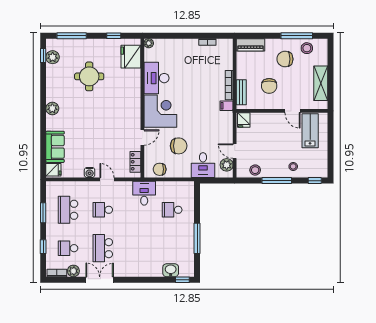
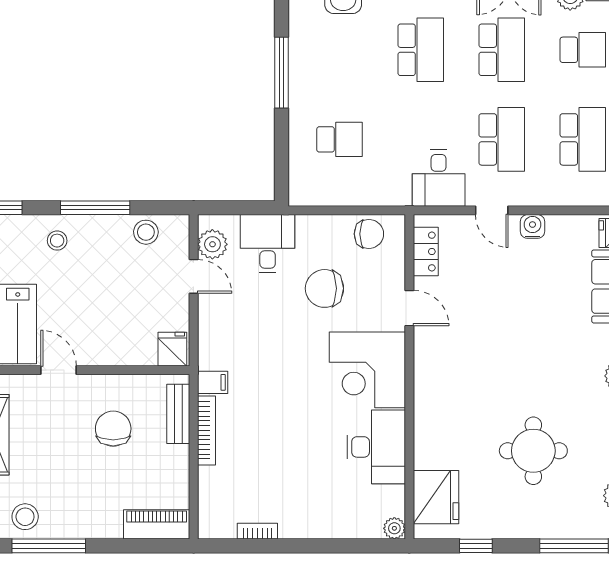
chair: (285, 59) -> (76, 491), removed
door: (142, 138) -> (409, 308), swing flipped
desk: (144, 193) -> (439, 178), moved
school desk: (103, 210) -> (502, 139), width x1.85
school desk: (137, 248) -> (421, 50), added

